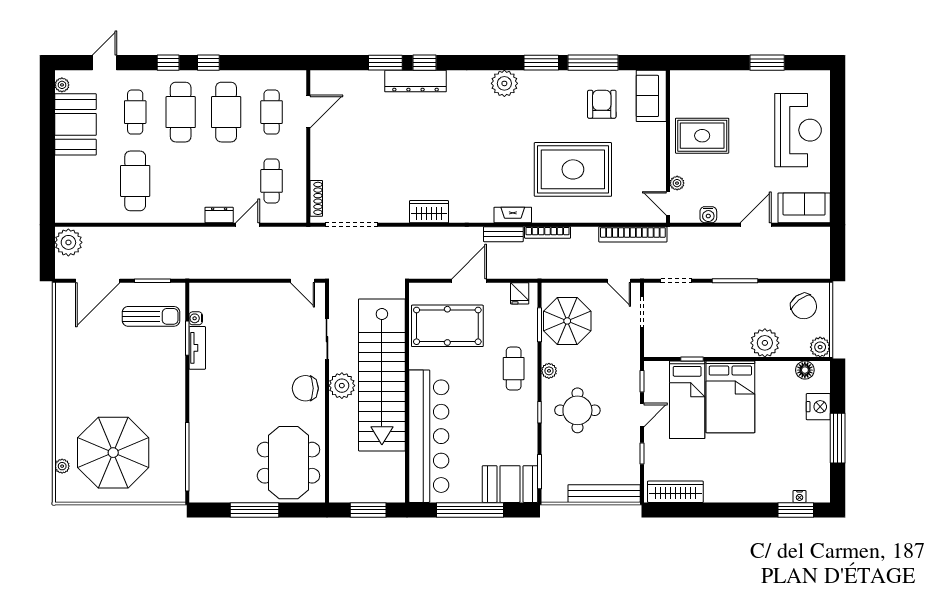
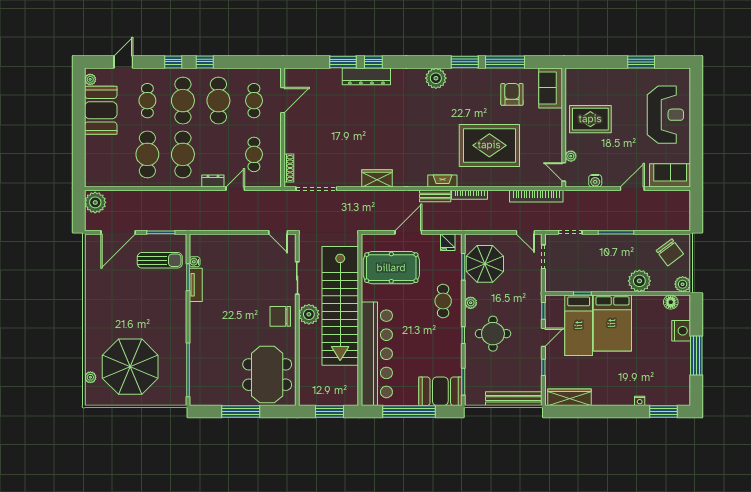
cafe table: (181, 181) -> (183, 154), added
nightstand: (799, 496) -> (640, 401), moved

